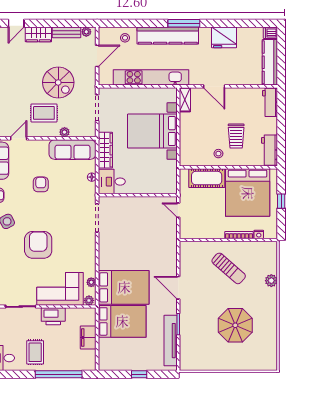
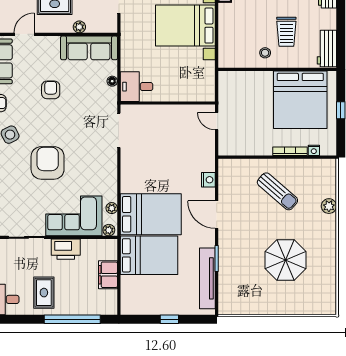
wardrobe: (105, 150) -> (129, 49), removed
cot: (207, 178) -> (251, 82), removed
nightstand: (171, 259) -> (208, 180), added

